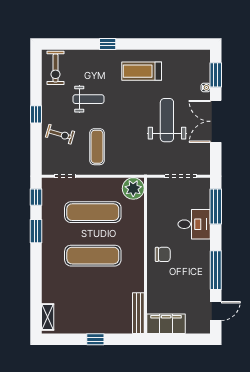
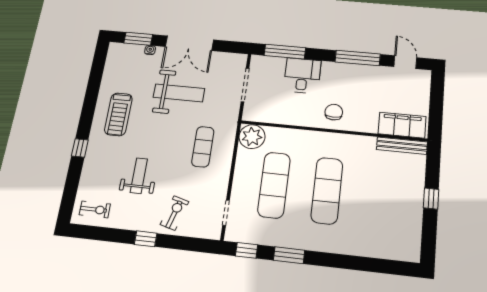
exercise bike: (56, 68) -> (95, 209), width x0.73, depth x0.72
weight bench: (167, 120) -> (179, 93), turned 180
exercise mat: (97, 147) -> (203, 147), moved, turned 90
shelving: (48, 317) -> (399, 253), removed
filing cabinet: (166, 324) -> (402, 125), moved, turned 90

